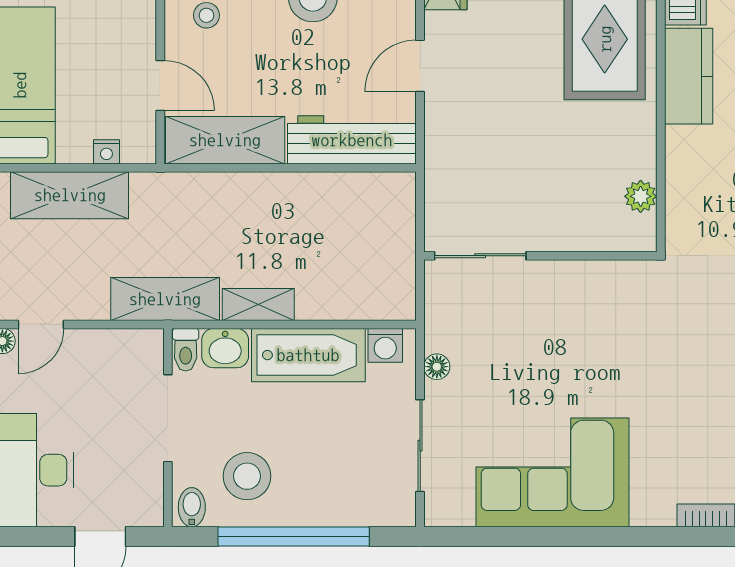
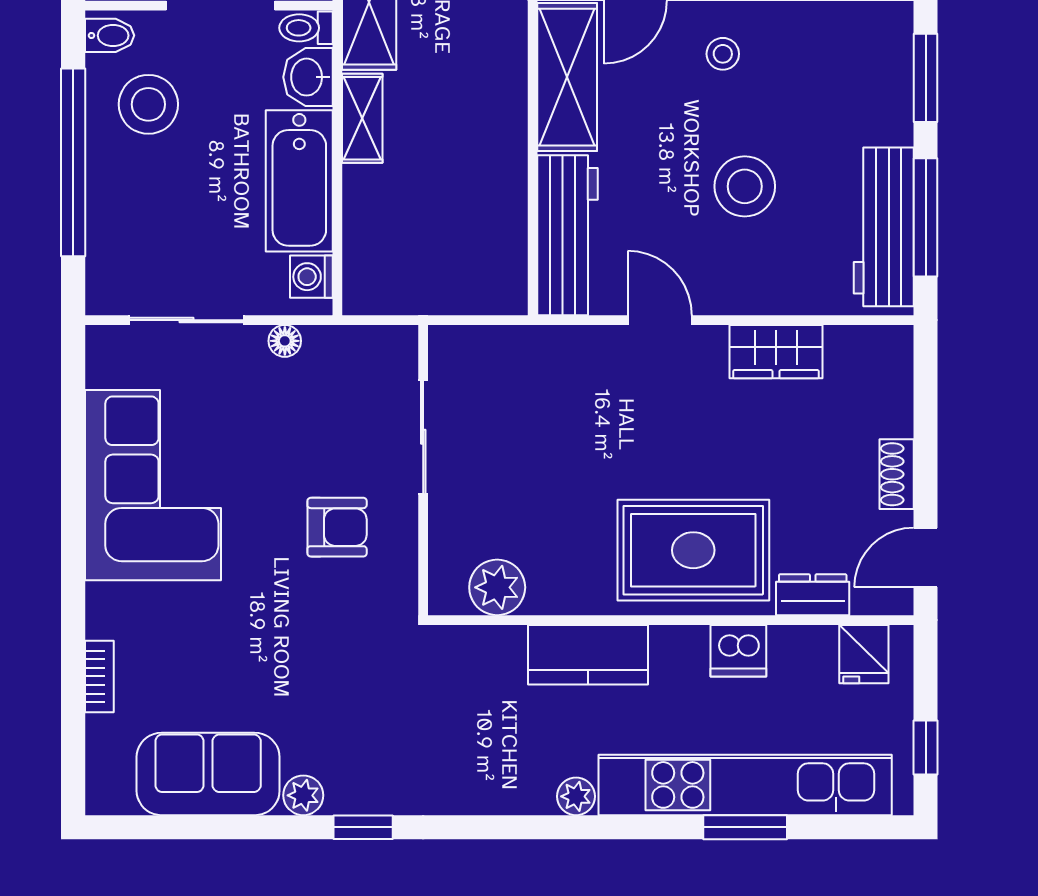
kitchen counter: (689, 76) -> (588, 655), moved
plant: (641, 196) -> (497, 587), width x1.38, depth x1.38
sliding door: (480, 256) -> (423, 437), moved
armchair: (586, 325) -> (337, 527), added

